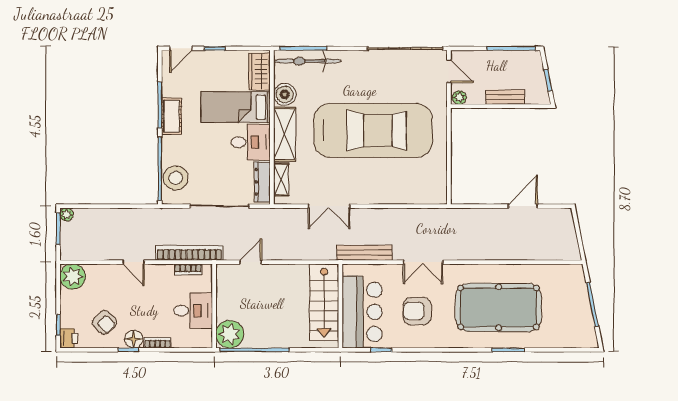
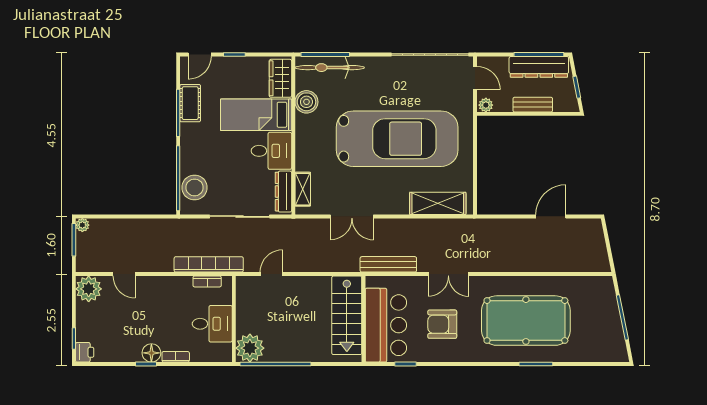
dresser: (511, 60) -> (539, 67), added
cot: (172, 116) -> (190, 103), moved
shelving: (285, 134) -> (438, 203), moved, turned 90
door: (134, 262) -> (124, 274), moved
armchair: (105, 322) -> (121, 336), removed

